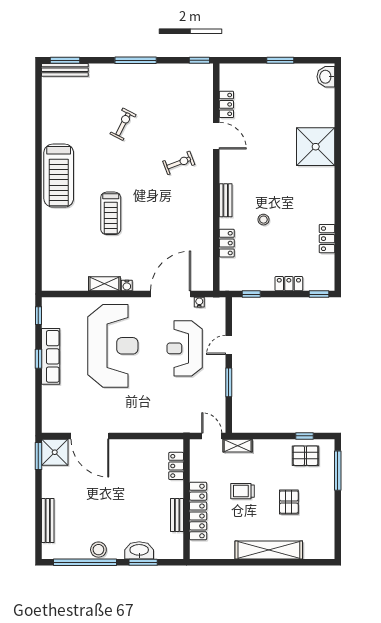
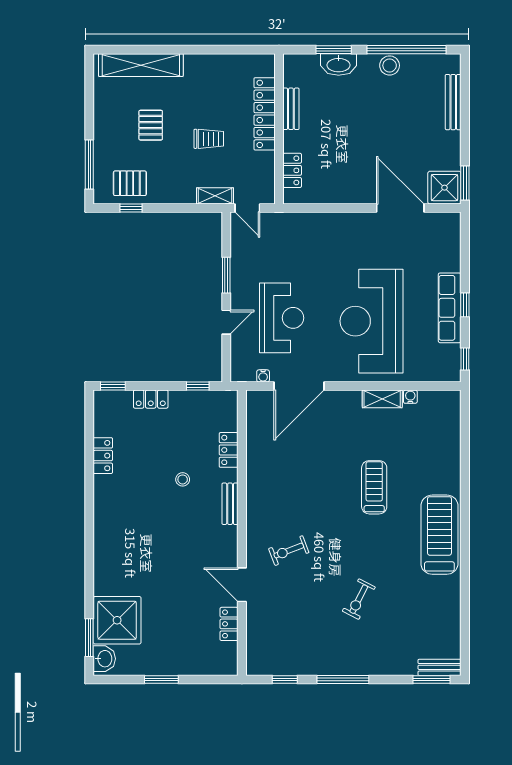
window: (199, 60) -> (285, 679), moved
bench: (65, 70) -> (440, 667), width x0.73
window: (338, 93) -> (89, 638), added
shower: (316, 147) -> (117, 620), moved
water cooler: (127, 286) -> (410, 397), moved
shelving: (269, 550) -> (141, 65), moved

